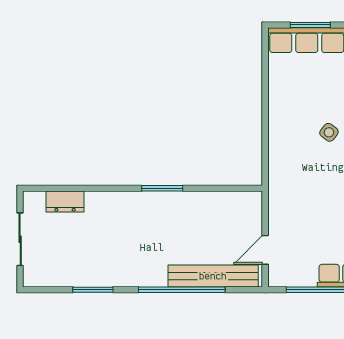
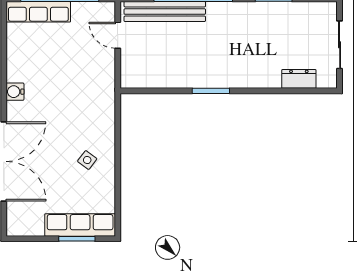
side table: (329, 132) -> (87, 160), moved
door: (265, 250) -> (118, 35), swing flipped

